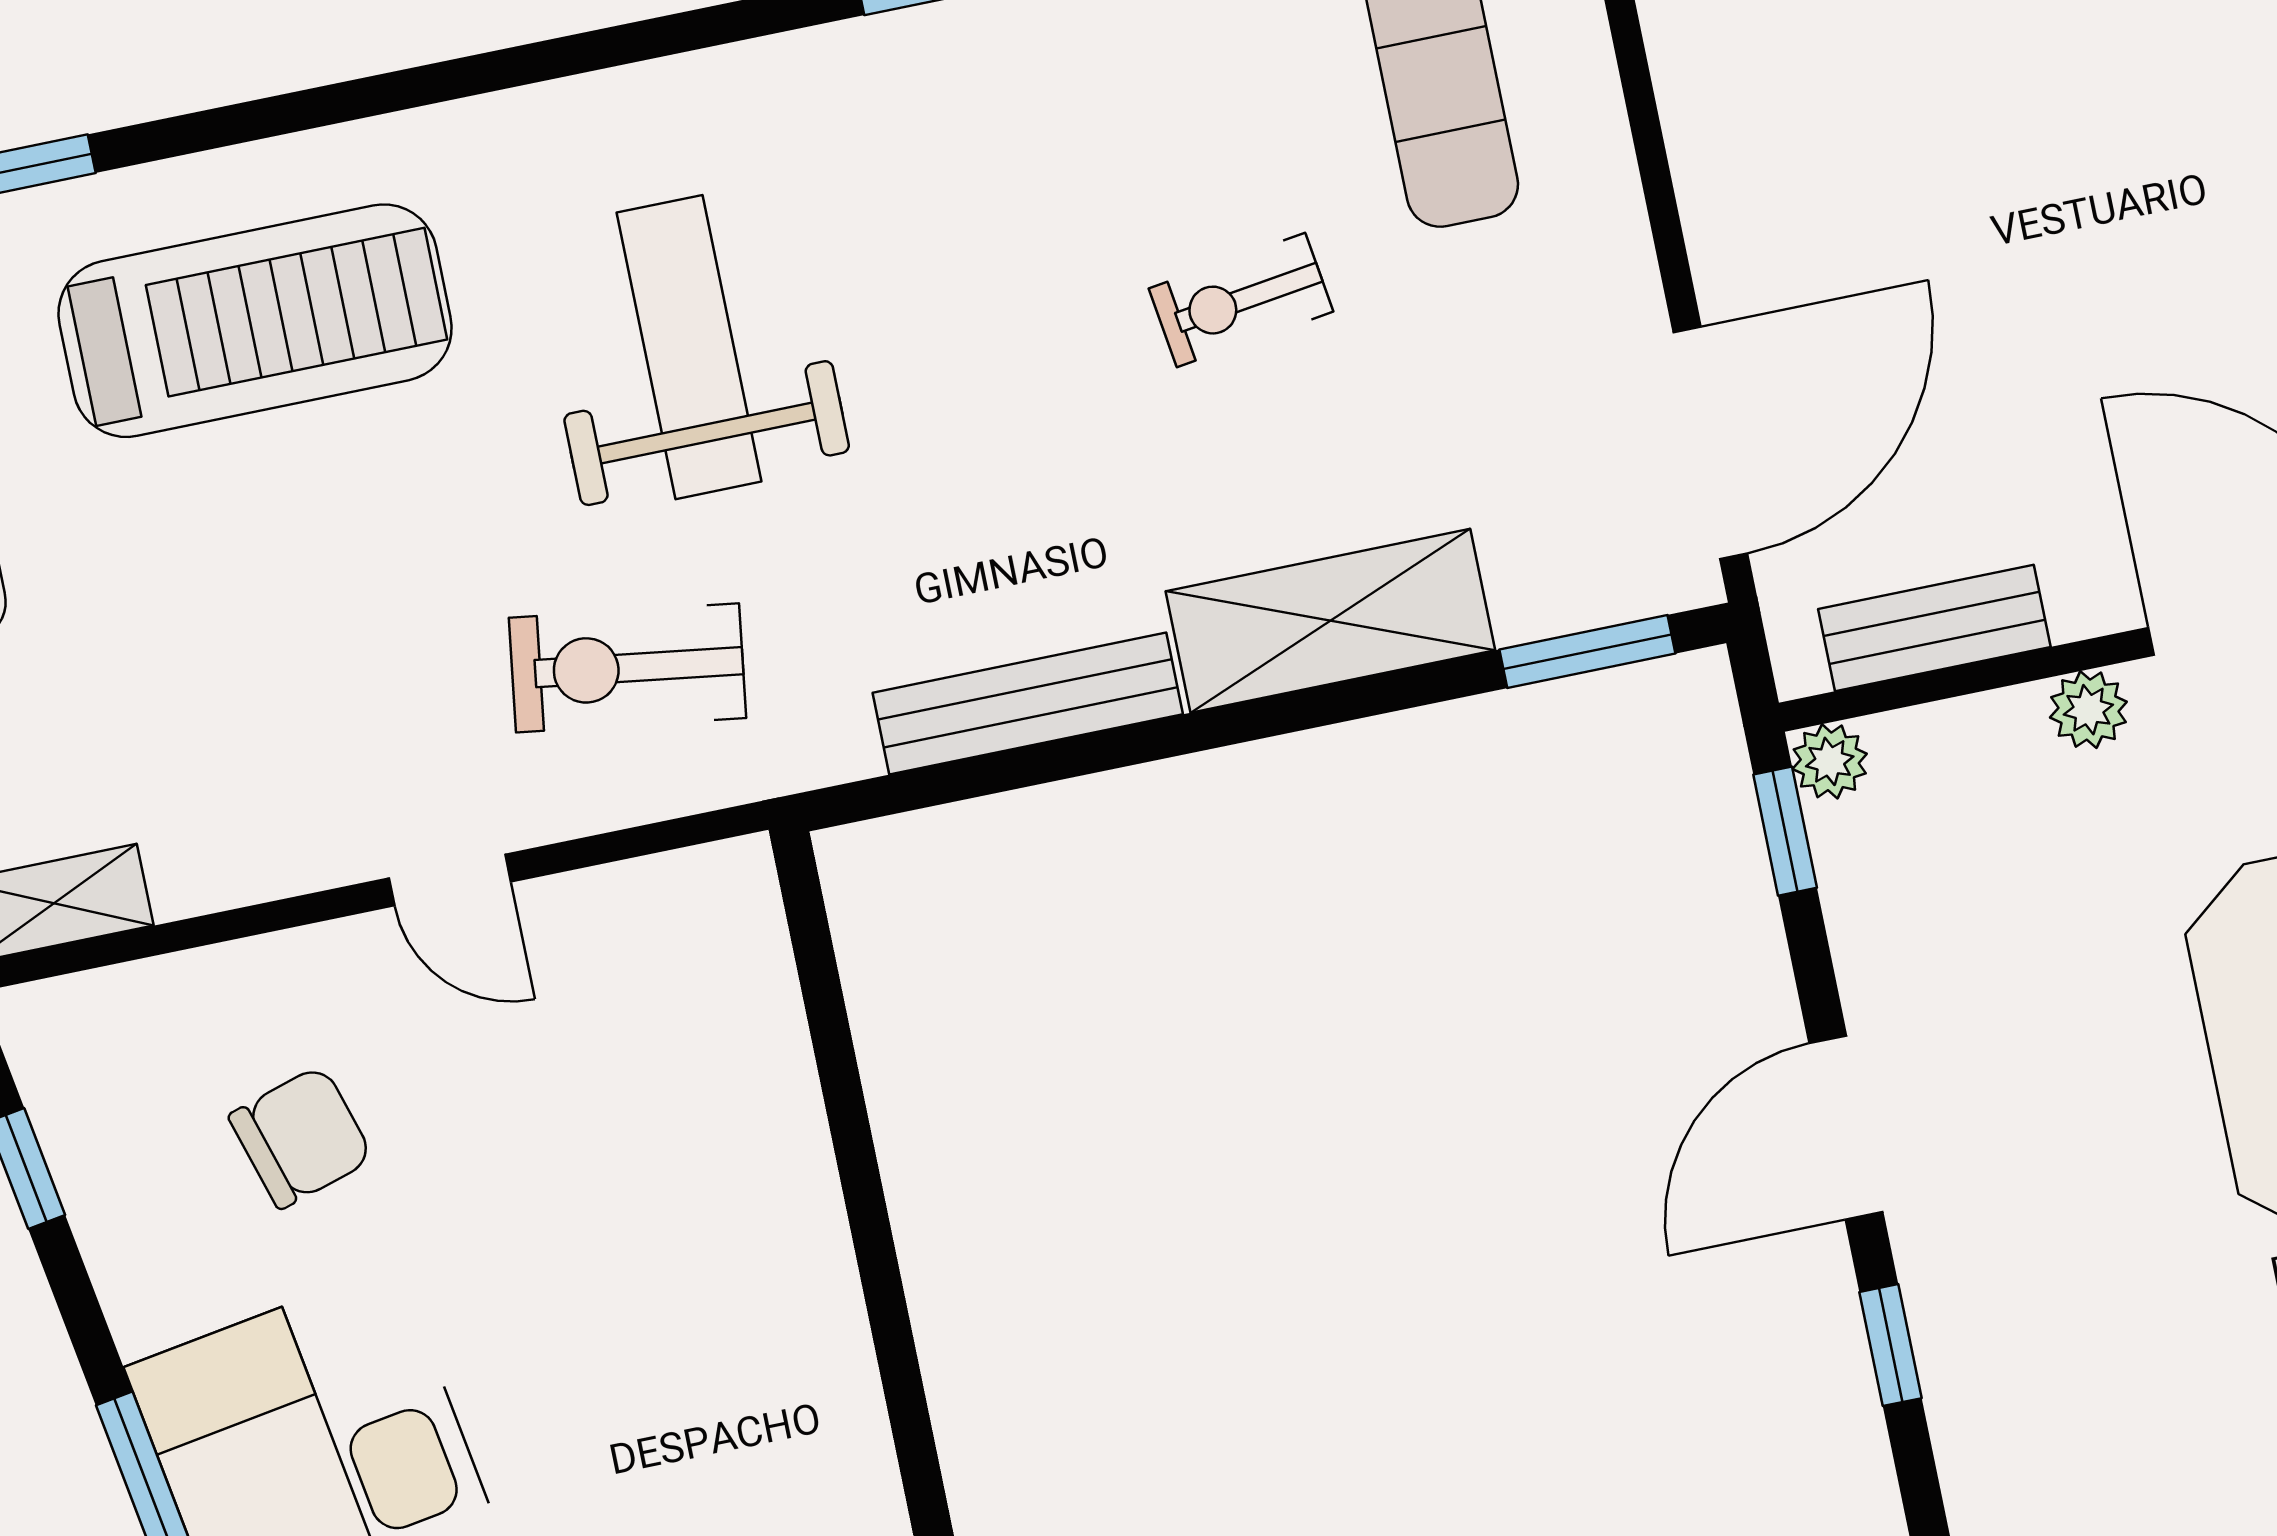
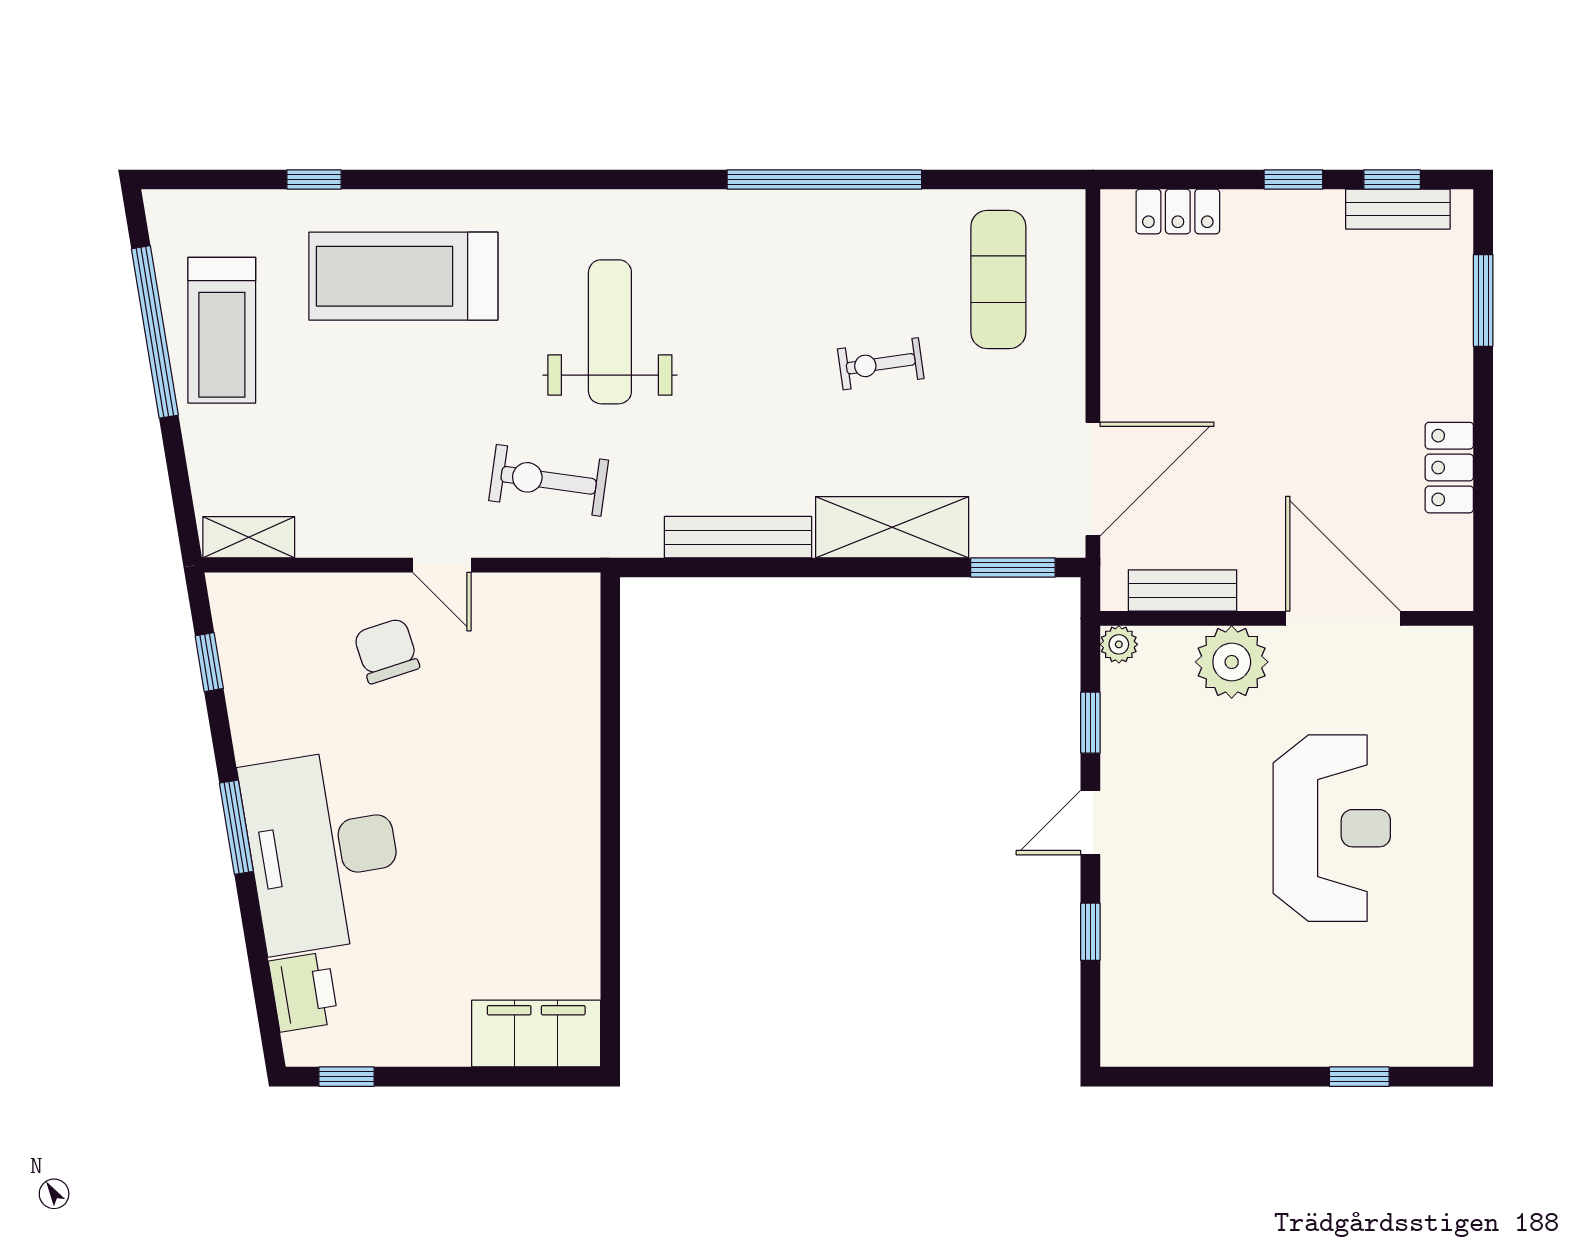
treadmill: (255, 321) -> (403, 276), turned 180
plant: (2088, 710) -> (1232, 662), width x1.88, depth x1.88
window: (1785, 831) -> (1090, 723), moved
door: (1846, 1128) -> (1090, 823), width x0.73
chair: (301, 1137) -> (387, 651), moved, turned -91

